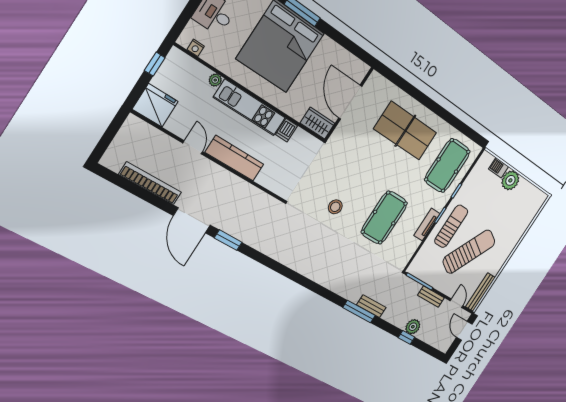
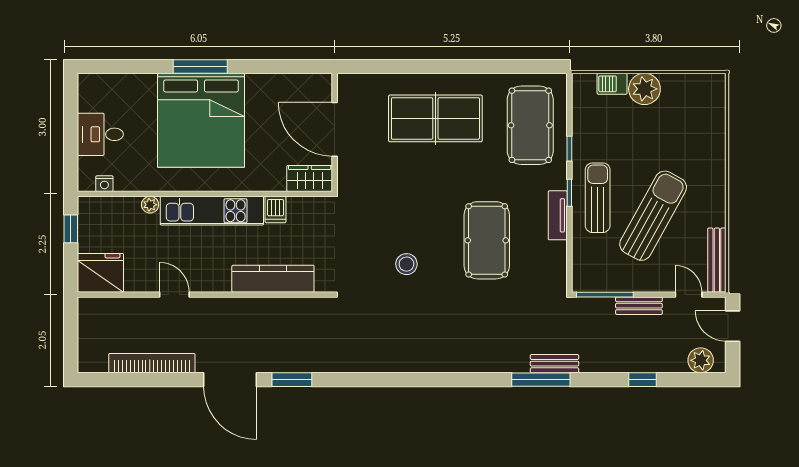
kitchen counter: (235, 158) -> (273, 279), moved
plant: (413, 327) -> (701, 360), moved

